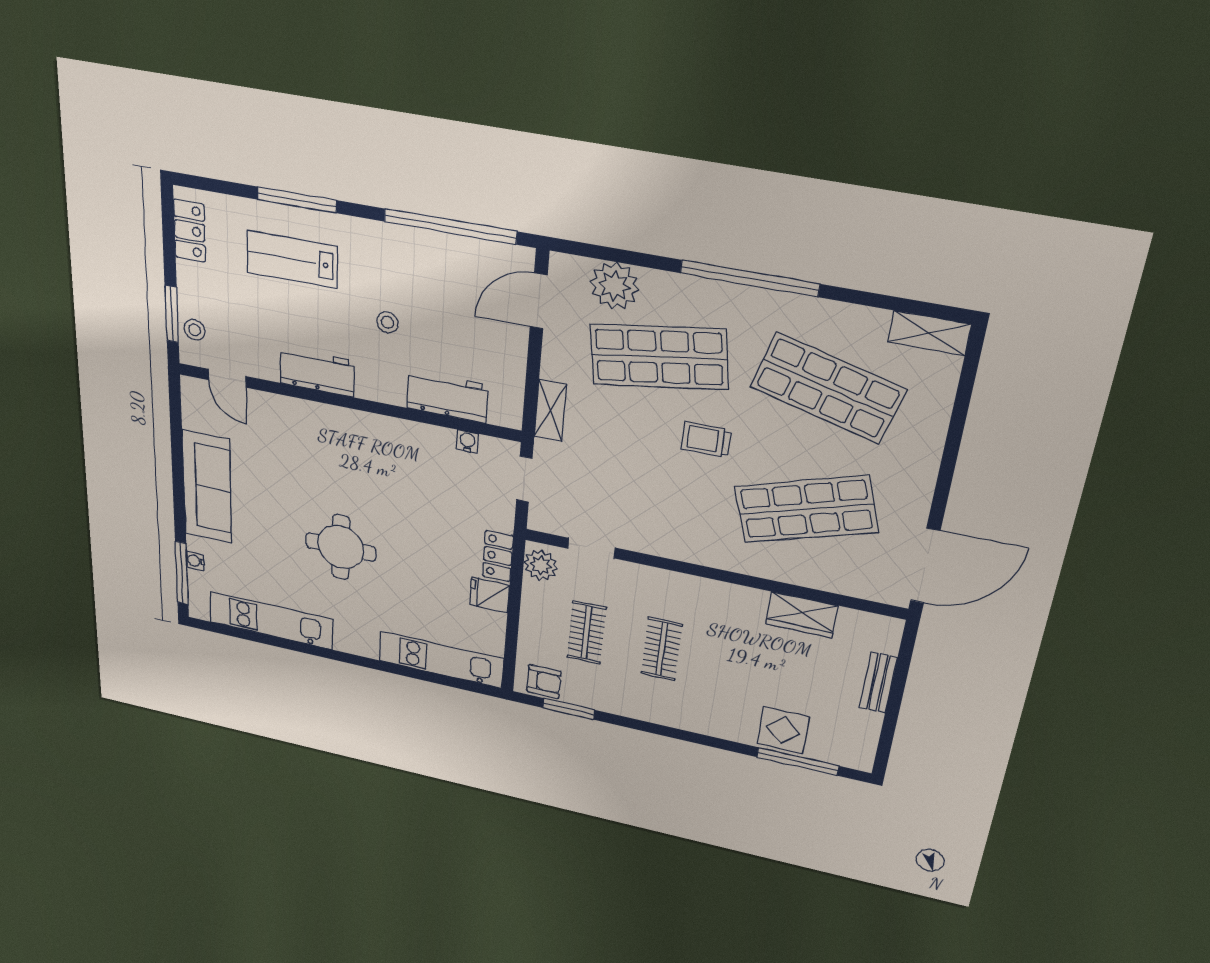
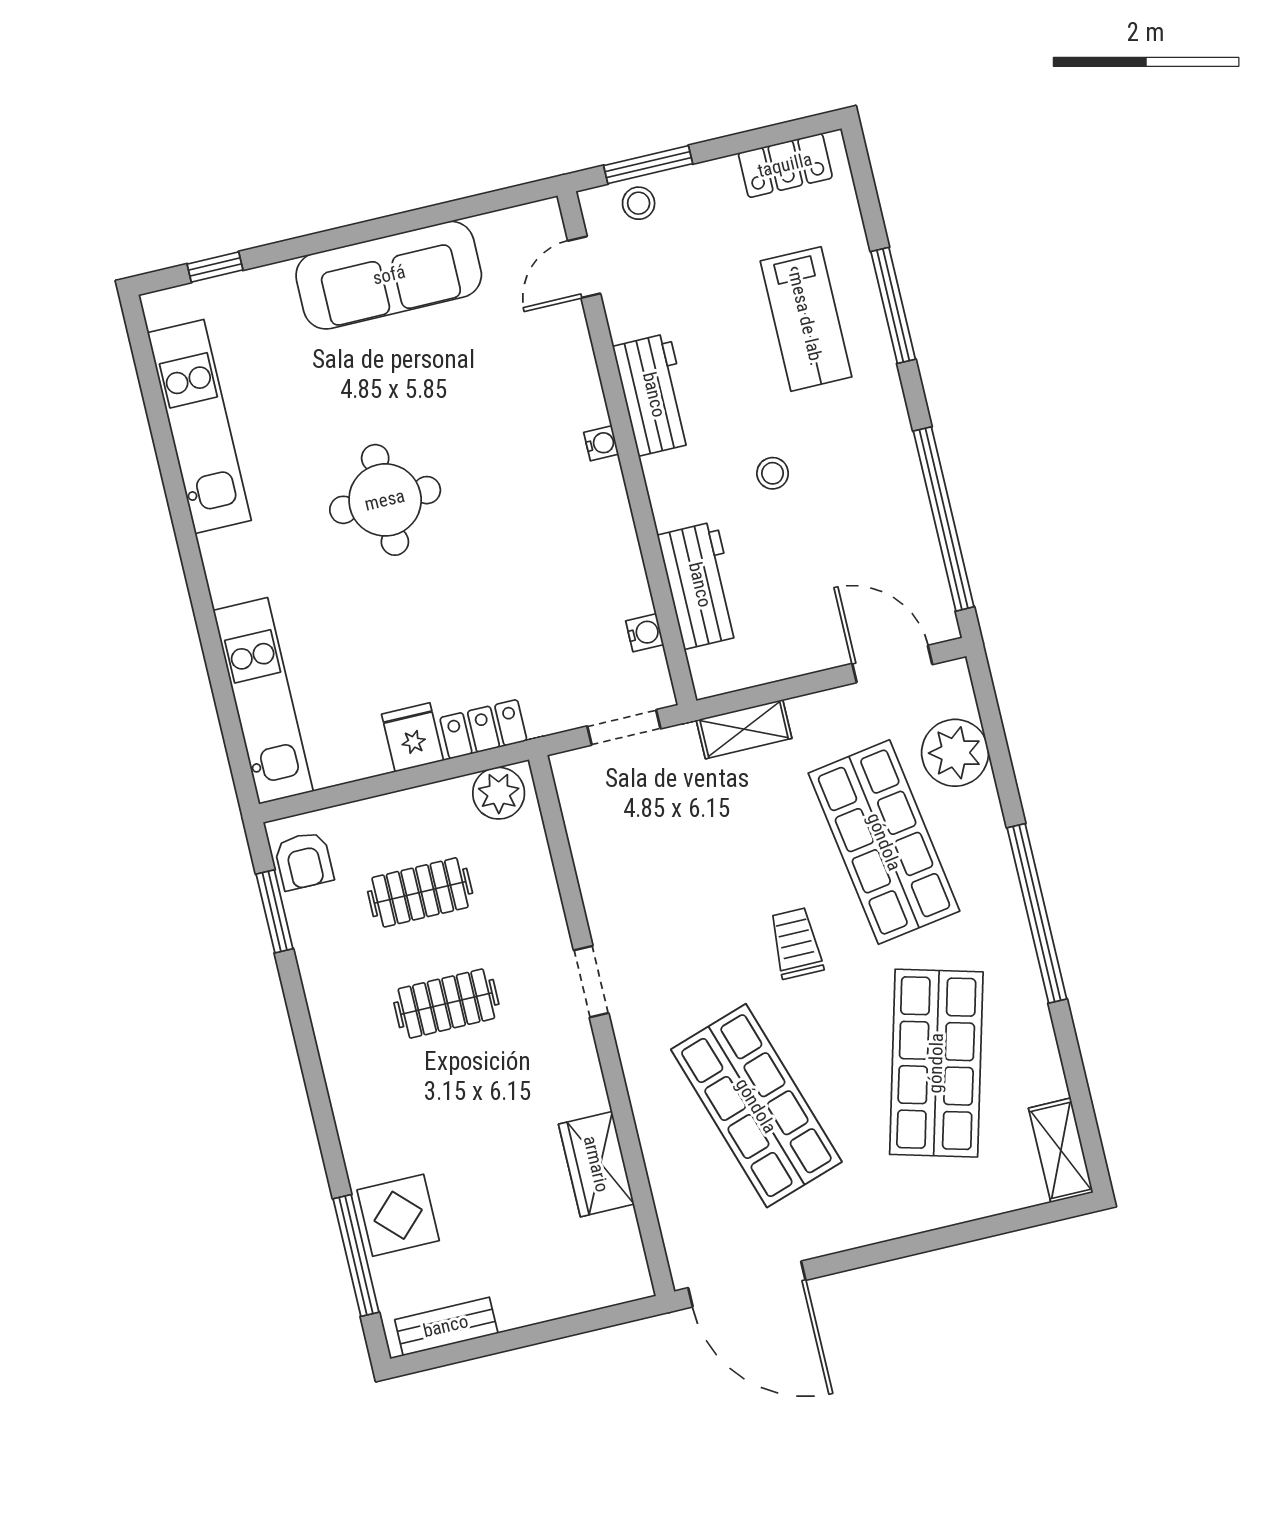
lab bench: (292, 259) -> (806, 319), turned 180
doorway: (591, 548) -> (591, 982), moved
water cooler: (195, 561) -> (601, 443), moved, turned 90
window: (182, 573) -> (215, 267), width x0.46
bench: (878, 683) -> (446, 1326), moved

